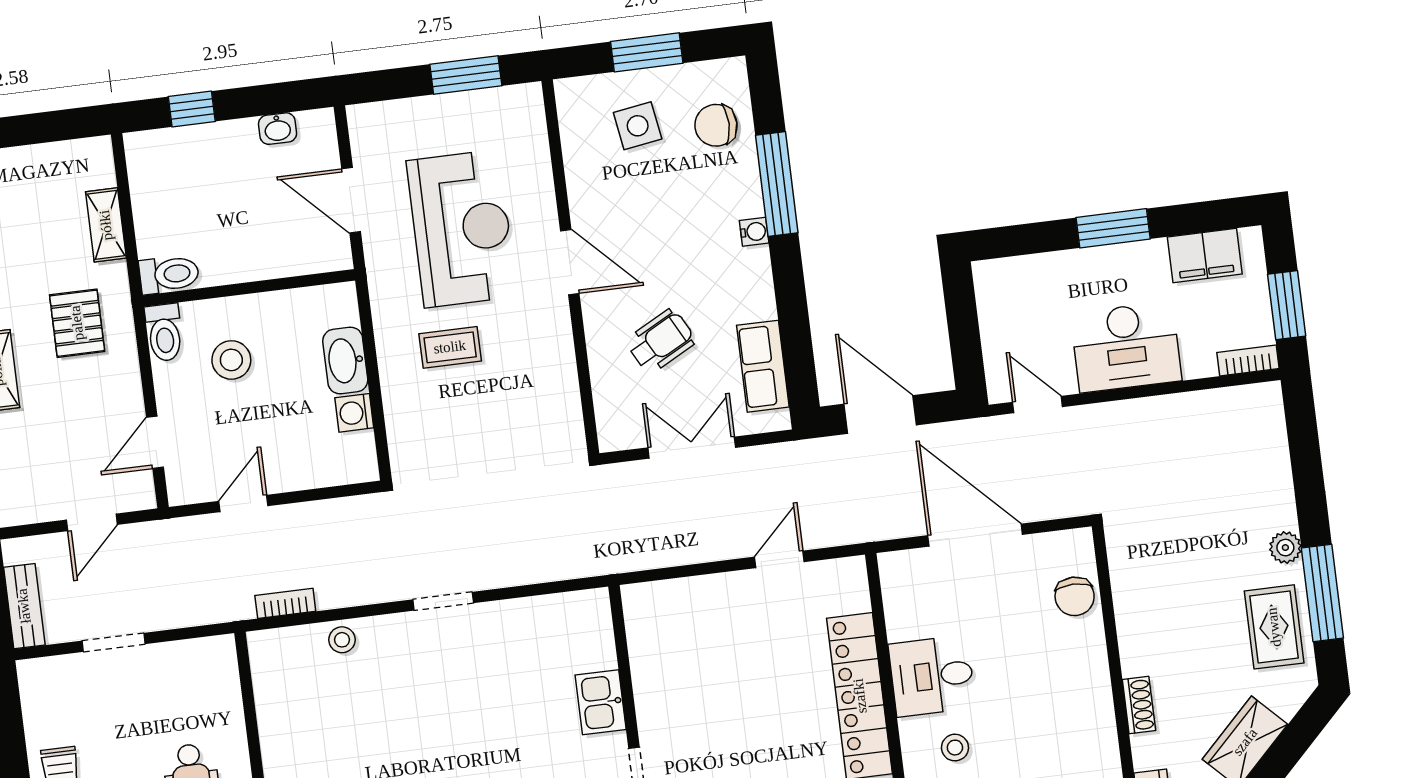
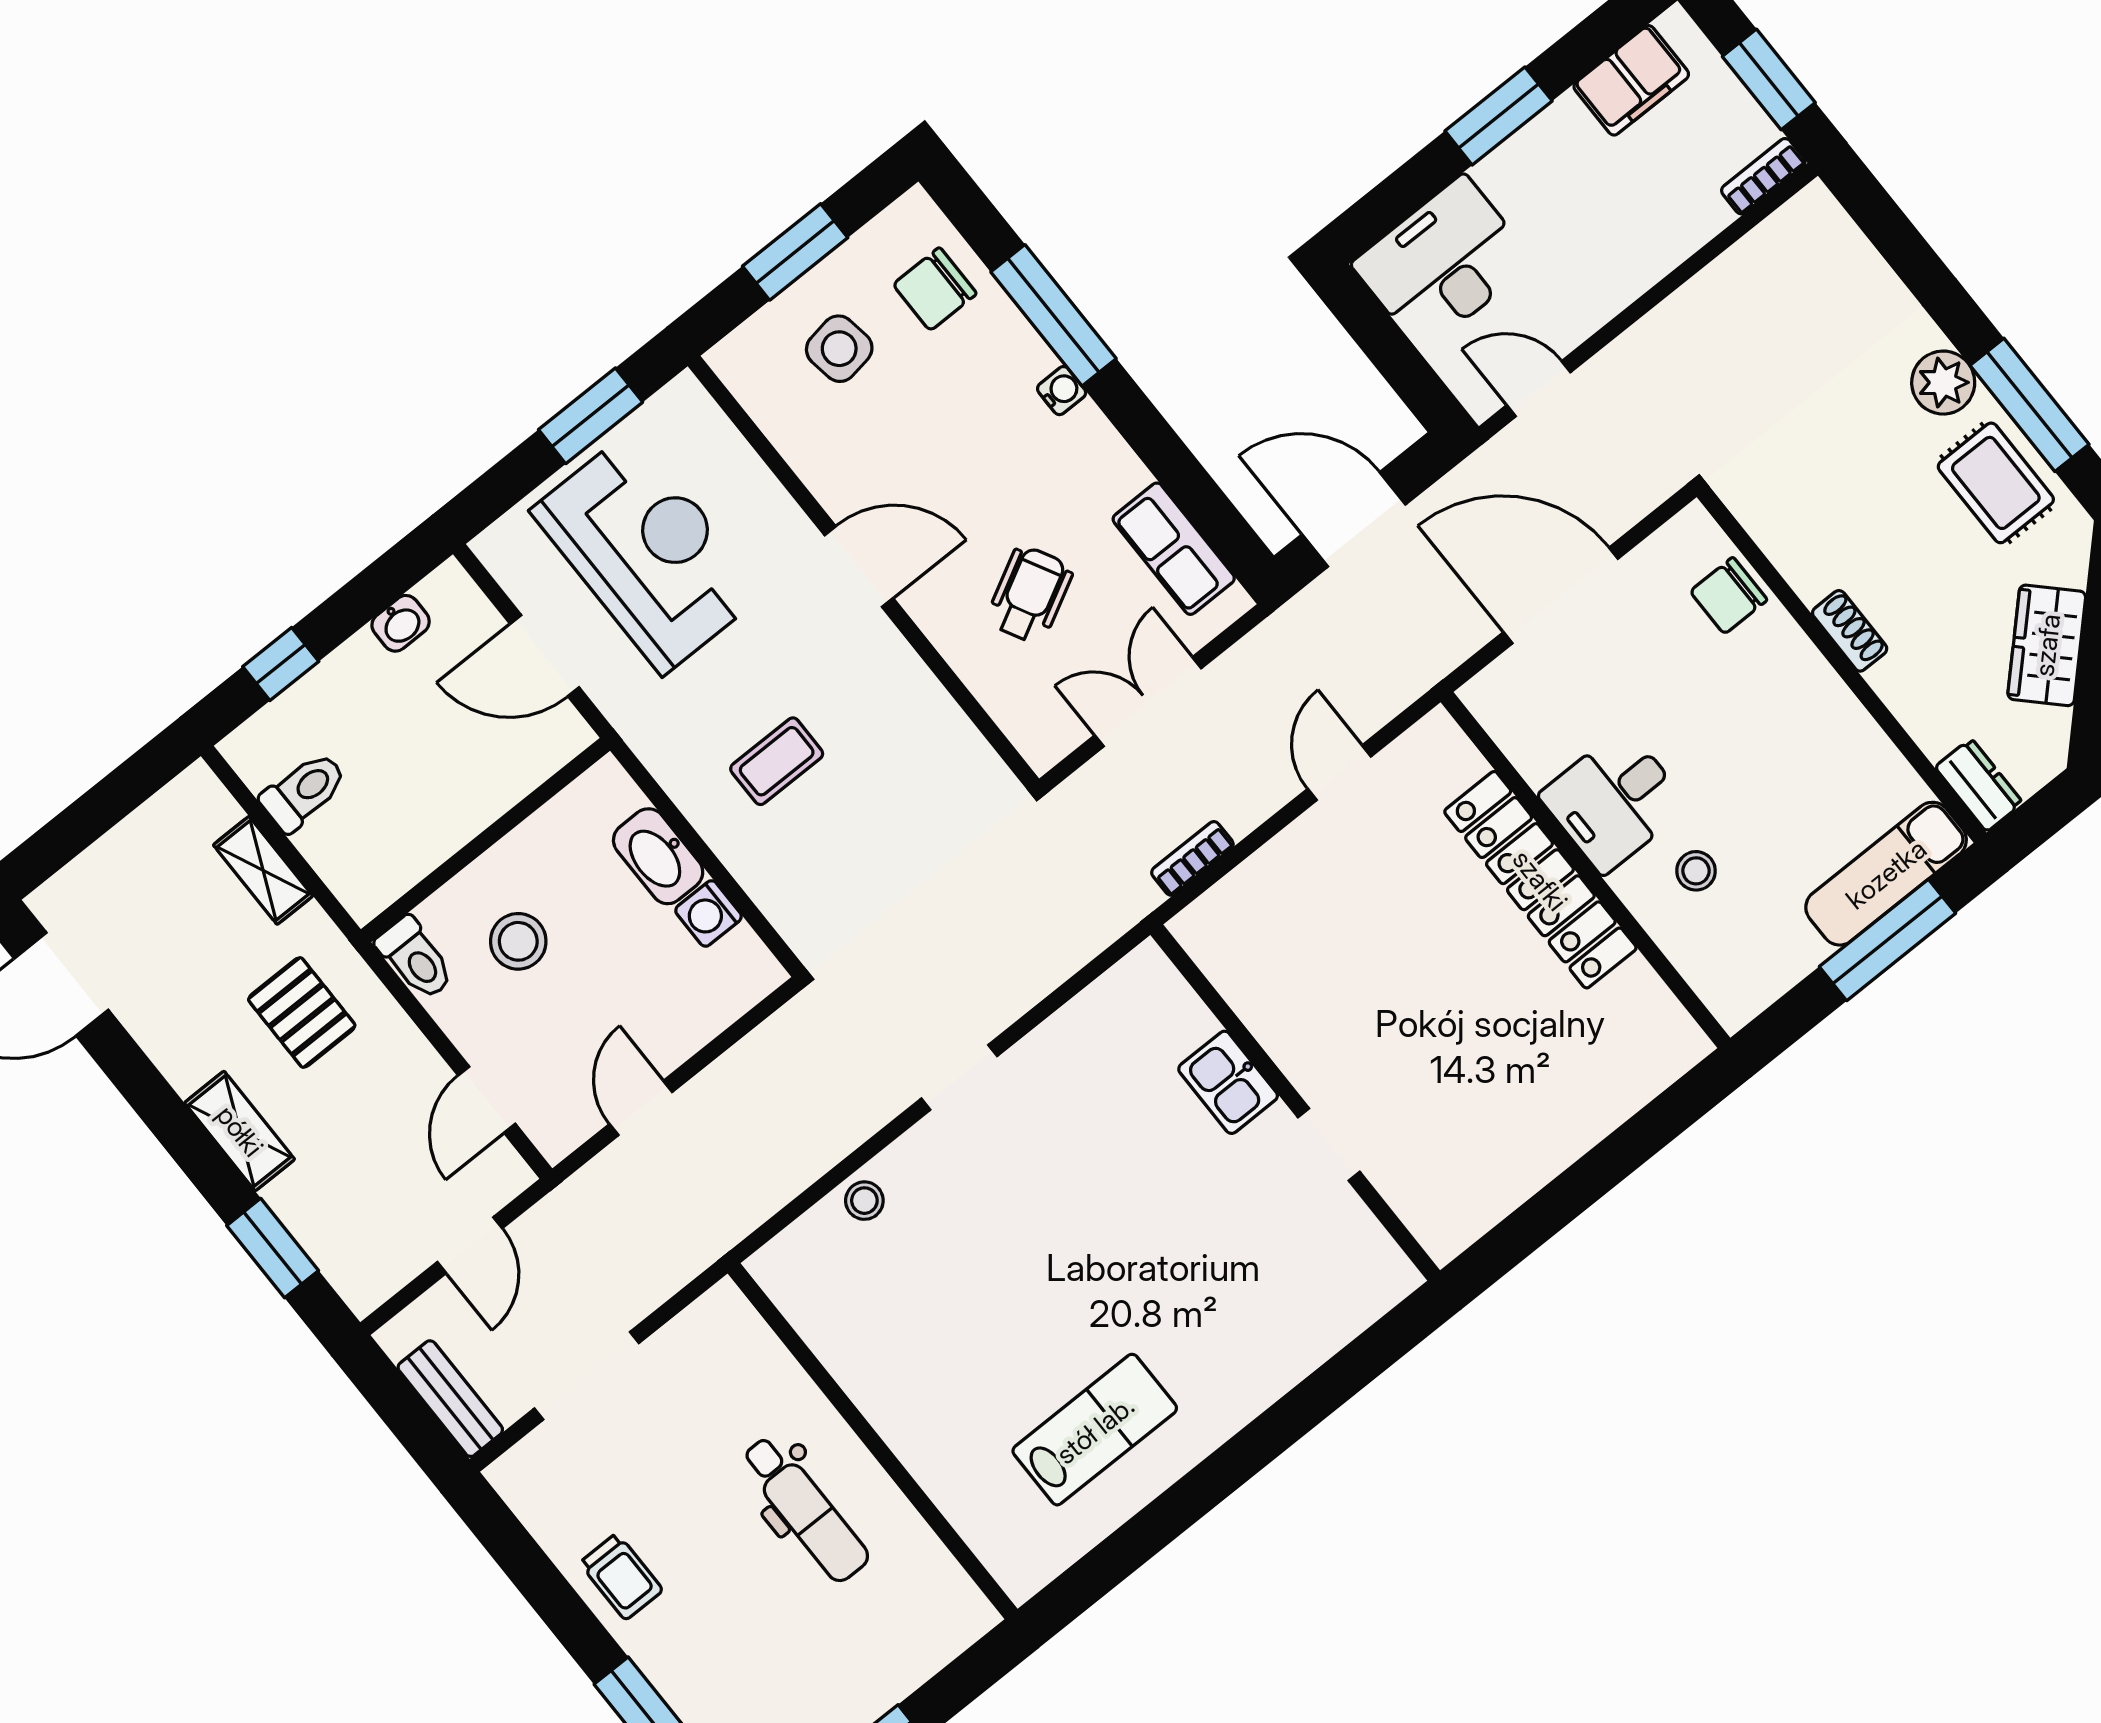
reception desk: (462, 229) -> (648, 552), moved
toilet: (169, 274) -> (304, 791), moved
desk: (1126, 347) -> (1443, 263), moved, turned 180
plant: (1285, 548) -> (1943, 383), width x1.38, depth x1.38
chair: (1075, 596) -> (1729, 596), turned 90
bookcase: (285, 603) -> (1192, 858), moved
doorway: (114, 642) -> (587, 1376), width x1.38
shoe rack: (1139, 705) -> (1850, 631), moved

